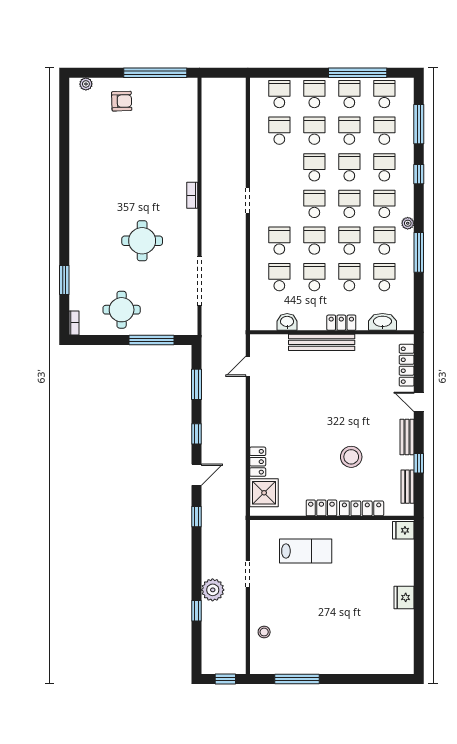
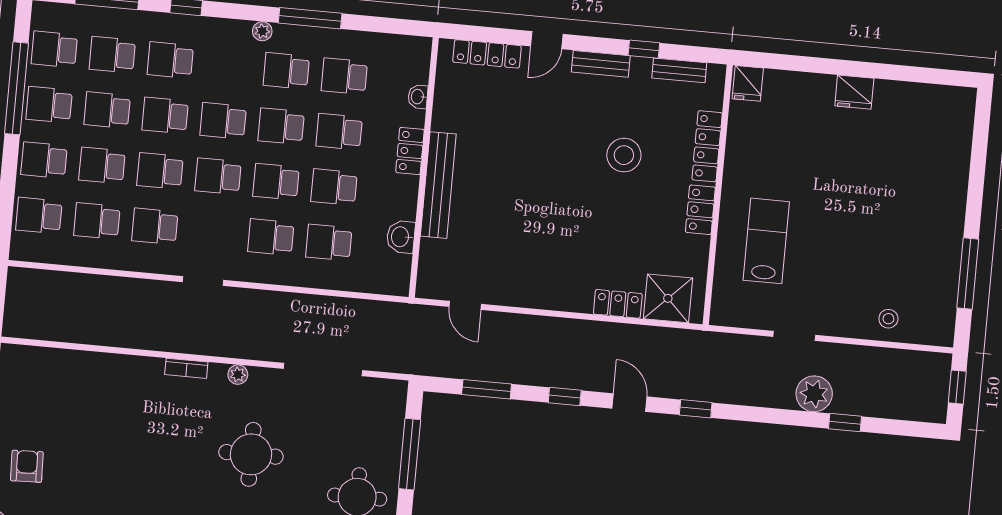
school desk: (384, 204) -> (155, 226), moved
plant: (191, 228) -> (238, 375), added
washbasin: (382, 322) -> (418, 97), width x0.52, depth x0.69

